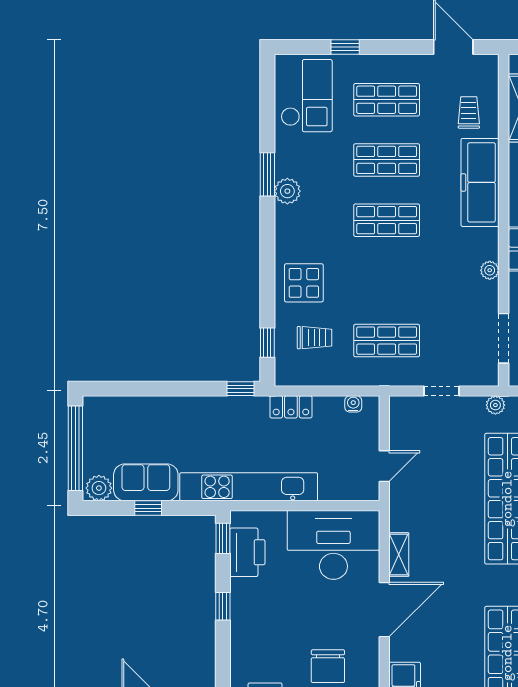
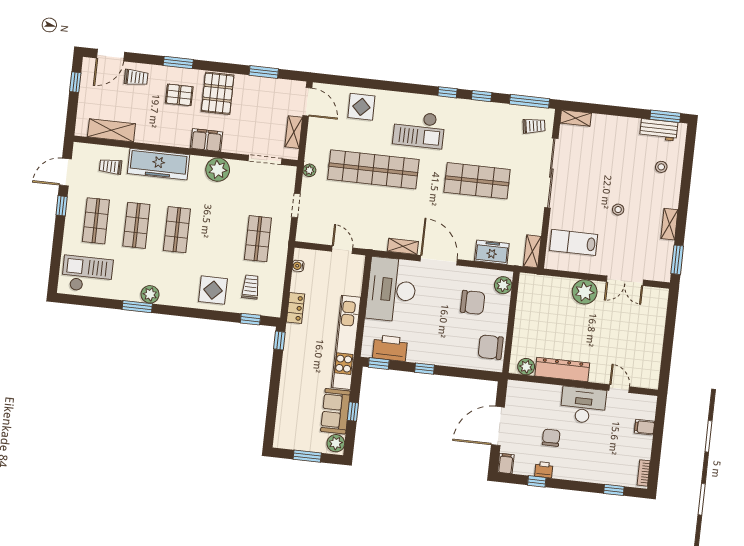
window: (345, 47) -> (62, 206), moved
plant: (490, 270) -> (218, 170), width x1.87, depth x1.87
window: (75, 448) -> (307, 456), width x0.47

